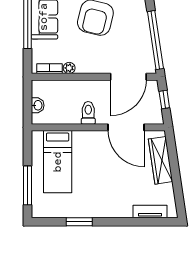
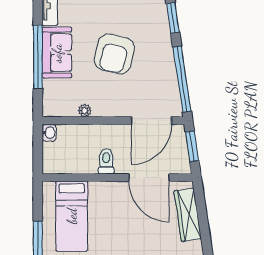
bookcase: (50, 69) -> (63, 111), removed
window: (164, 99) -> (192, 146), width x1.50
washbasin: (38, 105) -> (49, 133), moved

